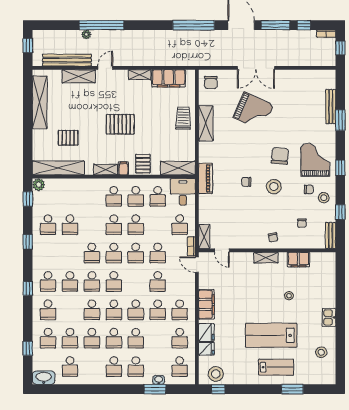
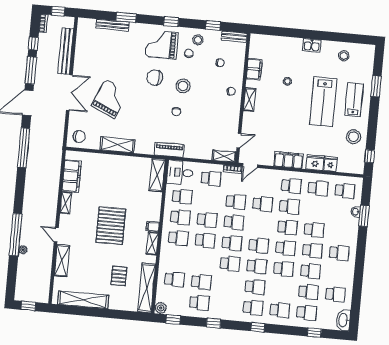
bench: (67, 60) -> (66, 51), moved
trolley: (183, 118) -> (110, 166), removed
pallet: (120, 124) -> (111, 226), width x1.37, depth x1.41
pallet: (143, 164) -> (150, 208), removed
school desk: (136, 367) -> (174, 279), moved
stool: (216, 374) -> (353, 137), moved

